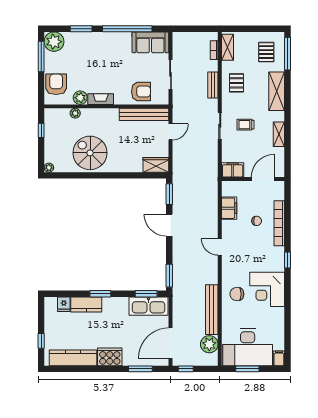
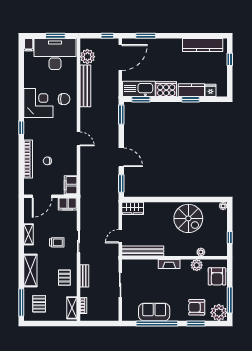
sofa: (150, 42) -> (154, 312), moved
armchair: (141, 91) -> (197, 307), moved
fireplace: (101, 99) -> (169, 264), moved
filing cabinet: (229, 208) -> (71, 185), moved
window: (100, 294) -> (190, 99), moved
cooker: (110, 357) -> (166, 89), moved, turned 180

